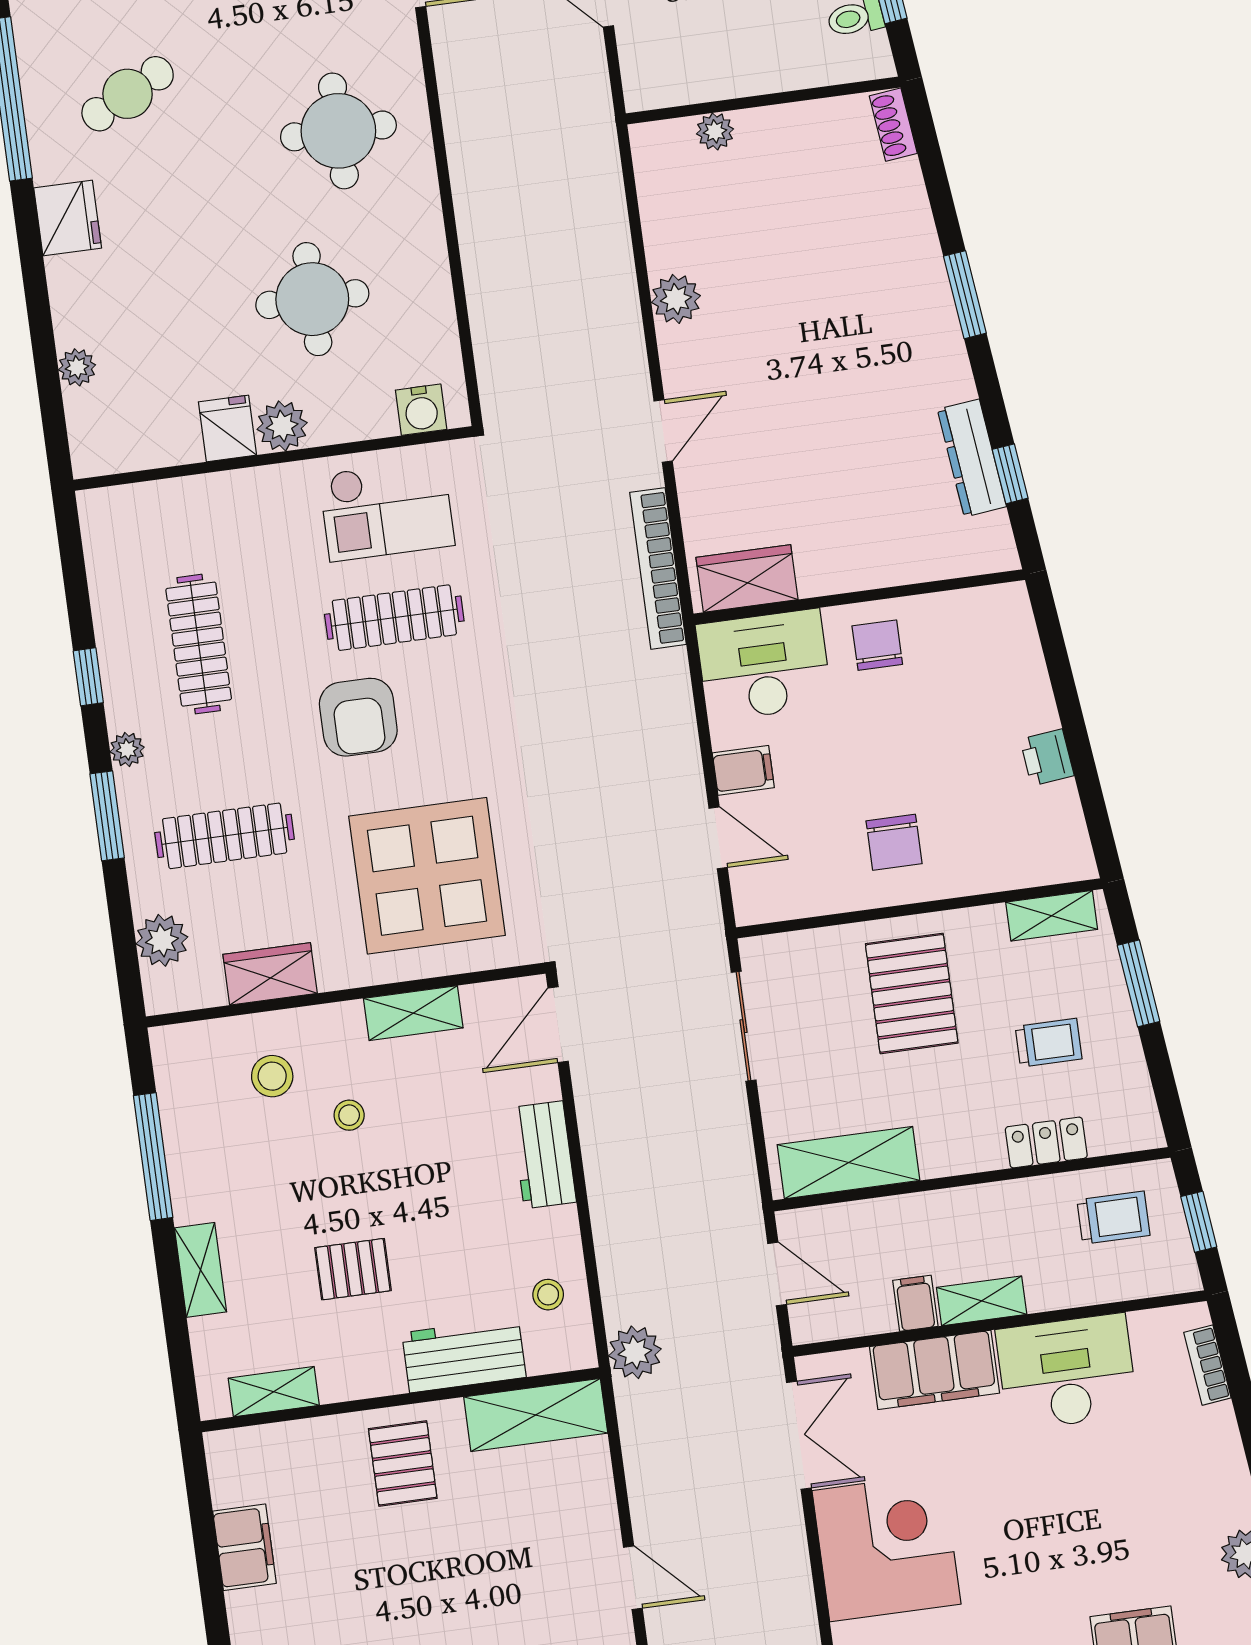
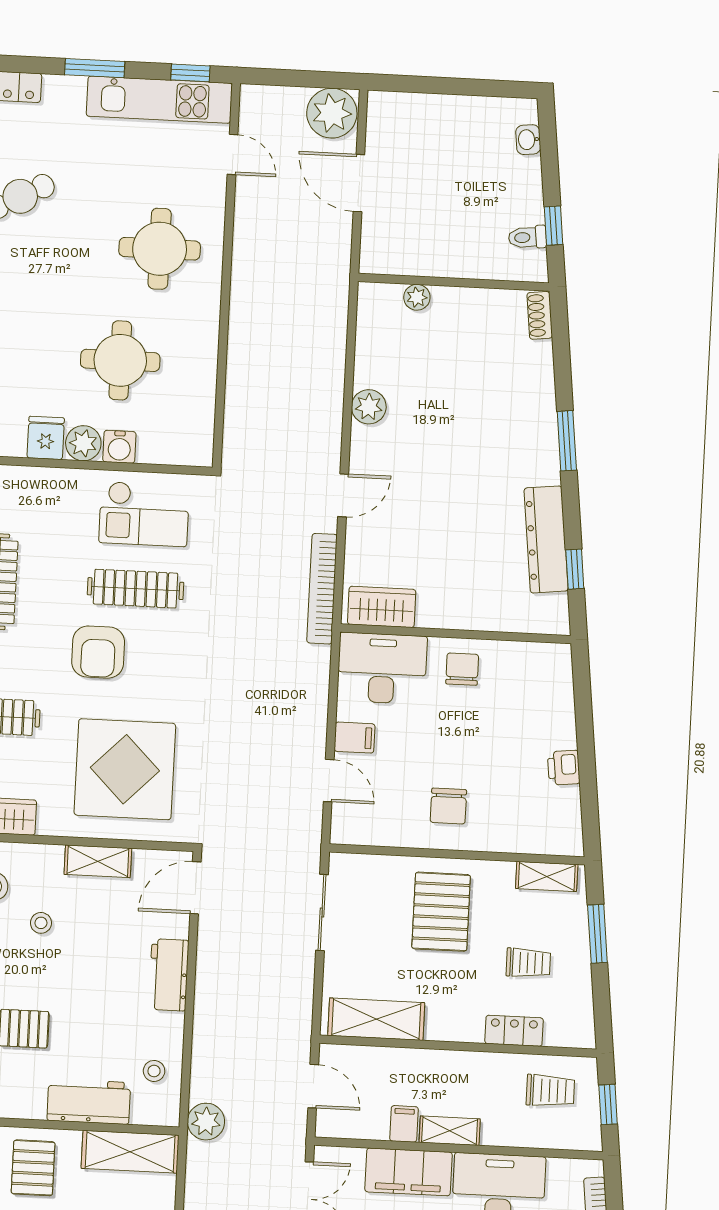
water cooler: (421, 410) -> (119, 447), moved
dresser: (972, 458) -> (546, 539), width x1.37, depth x1.24

